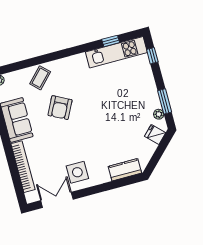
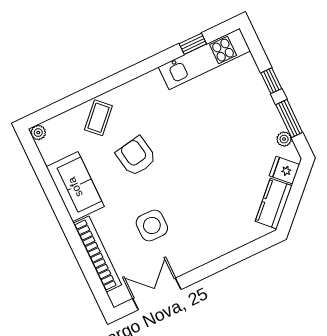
window: (152, 56) -> (271, 81), moved
armchair: (60, 108) -> (136, 156), turned 143
kitchen counter: (125, 170) -> (274, 204), moved, turned -45
side table: (77, 172) -> (152, 226), moved

